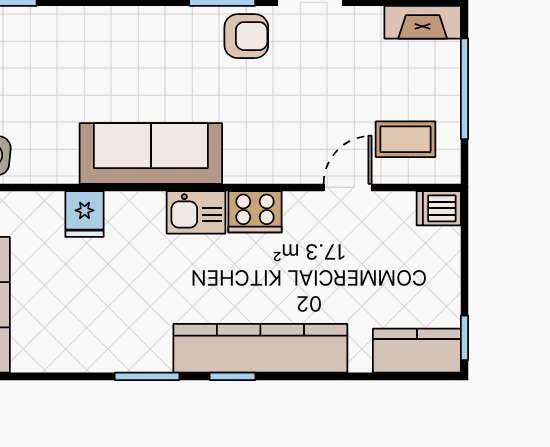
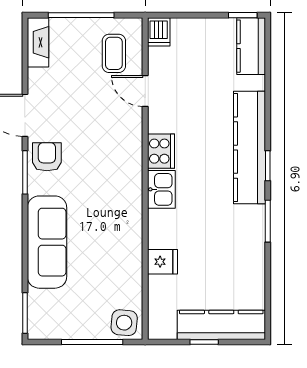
sofa: (151, 153) -> (47, 242), moved, turned 180

